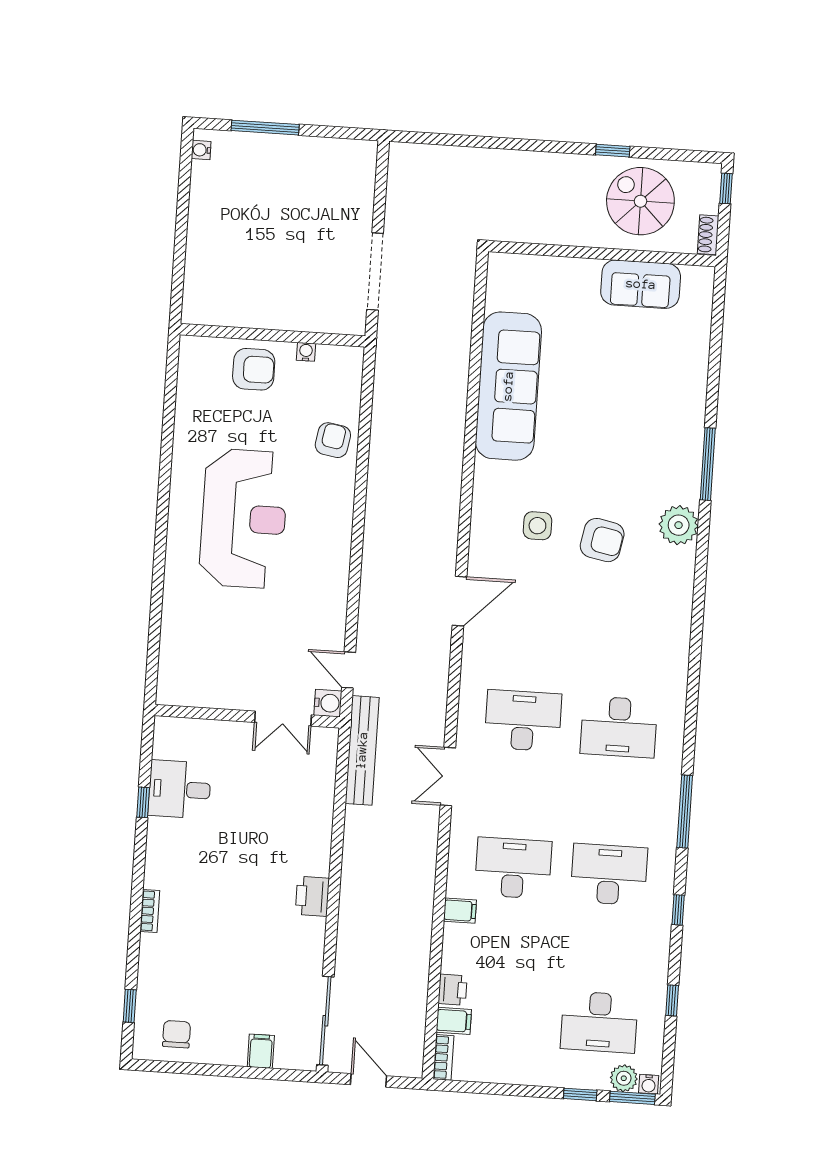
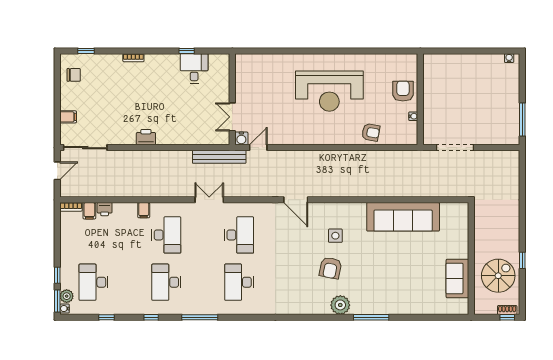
window: (265, 128) -> (522, 120), moved
shoe rack: (708, 235) -> (507, 310), moved
armchair: (254, 369) -> (403, 91), turned 180
desk: (609, 874) -> (166, 282), turned 180

